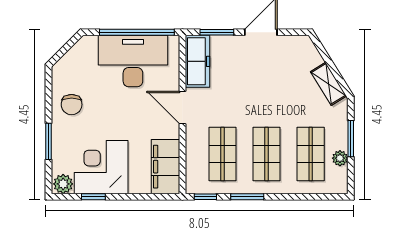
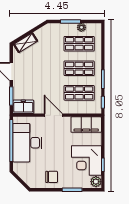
freezer: (197, 61) -> (23, 107), width x0.71
shelving: (328, 84) -> (26, 43), moved
door: (182, 107) -> (53, 115), swing flipped

